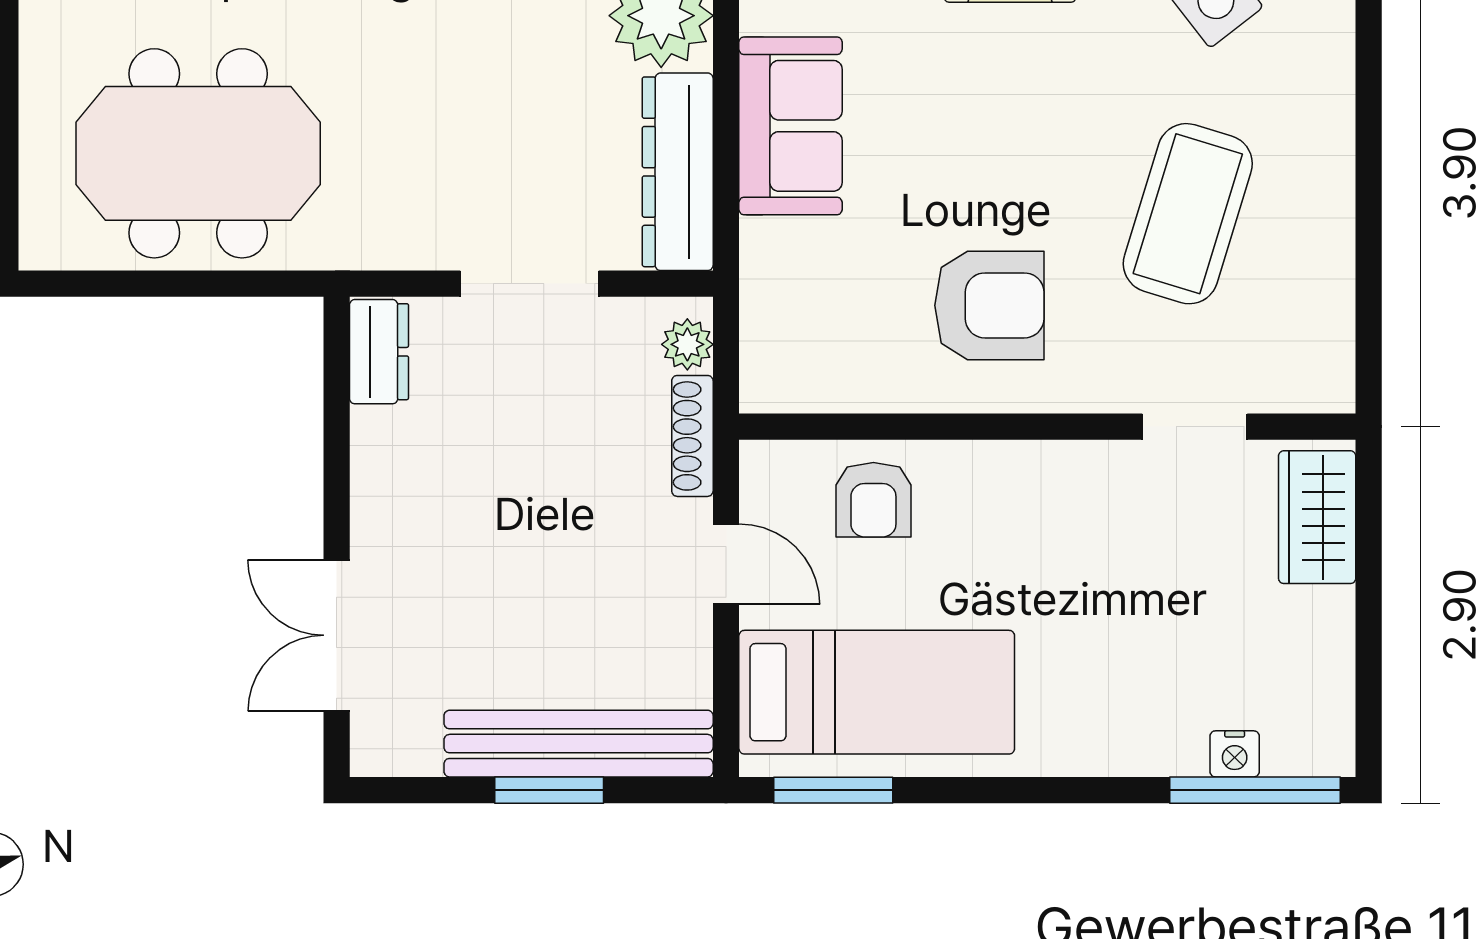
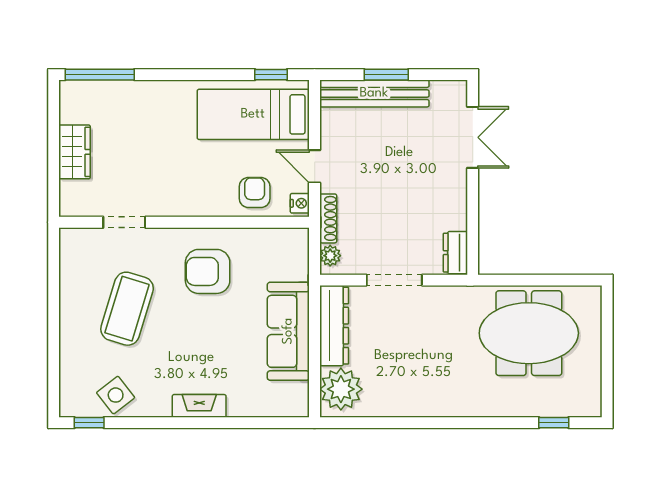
sofa: (791, 126) -> (288, 331), width x1.36
wardrobe: (1317, 517) -> (75, 152), moved
nightstand: (1235, 754) -> (300, 203), moved, turned 90
window: (833, 790) -> (271, 75), width x0.67

